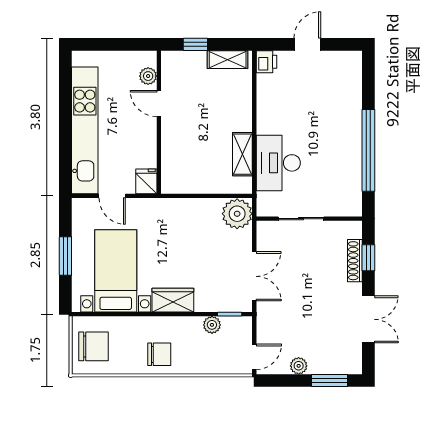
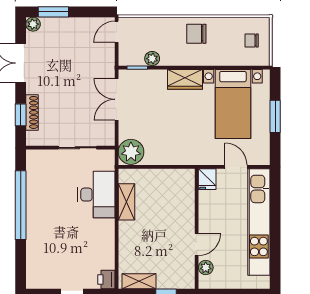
door: (159, 104) -> (197, 244), hinge flipped
chair: (93, 346) -> (252, 40), width x0.54, depth x0.54
plant: (299, 366) -> (33, 24), moved

